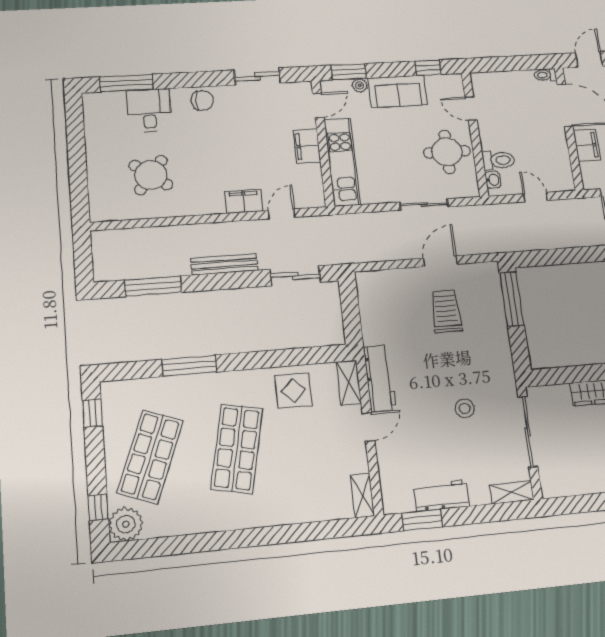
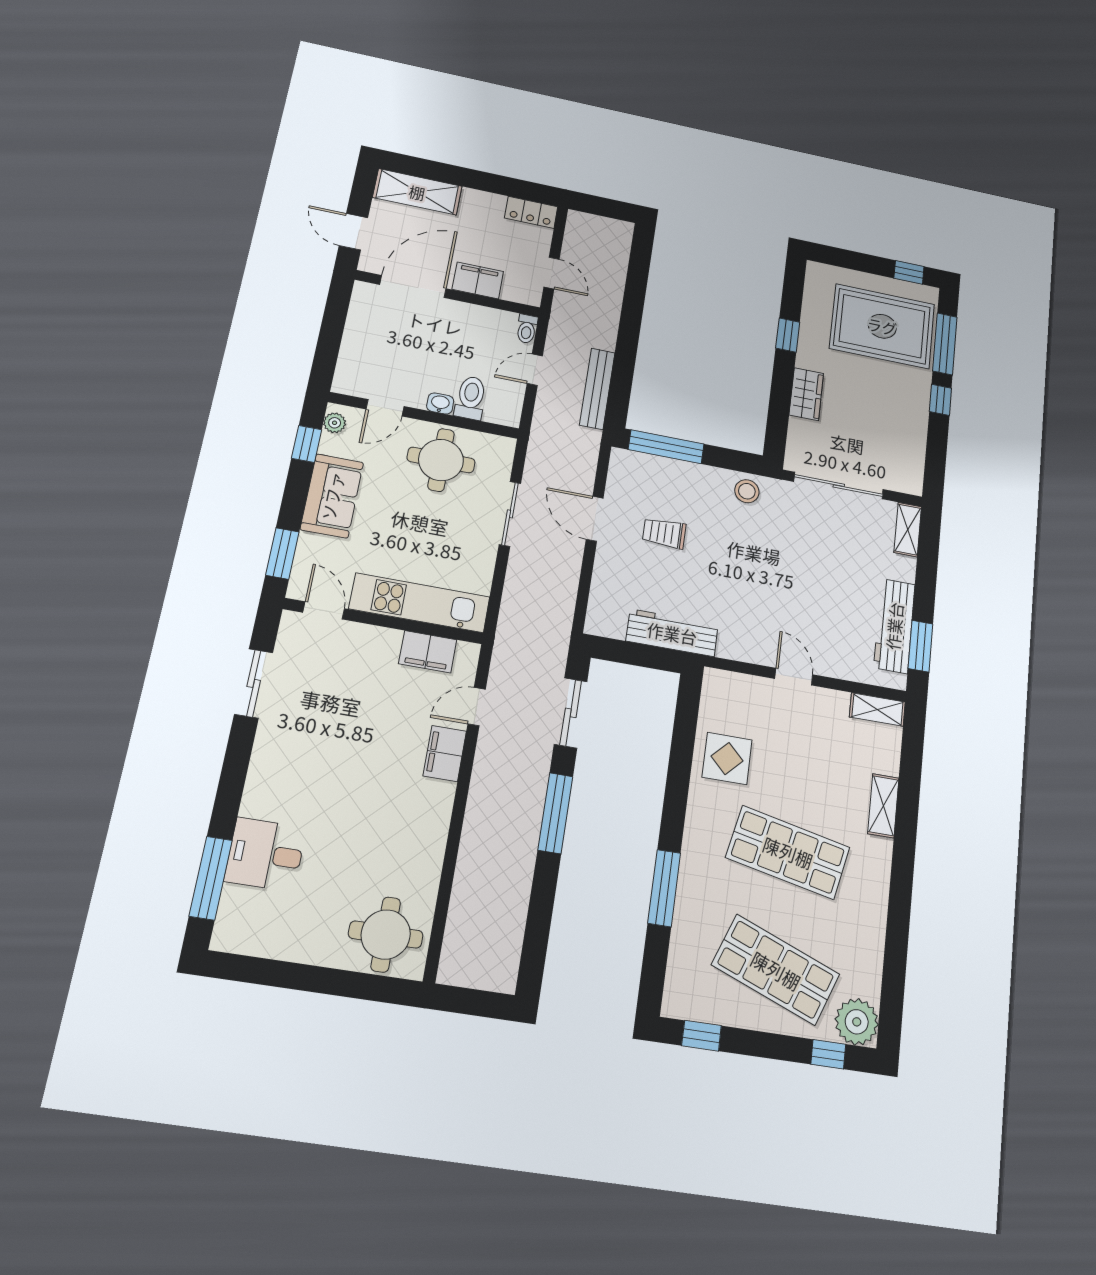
toilet: (545, 75) -> (527, 329), moved
plant: (360, 85) -> (335, 423), moved
chair: (202, 101) -> (271, 773), removed
filing cabinet: (307, 146) -> (428, 652), moved
round table: (151, 175) -> (386, 934), moved, turned -37
washbasin: (493, 180) -> (440, 404), moved
door: (282, 214) -> (477, 707), hinge flipped
bench: (224, 264) -> (597, 389), moved
window: (153, 286) -> (555, 813), moved
trolley: (446, 311) -> (664, 533), width x0.73, depth x0.72
workbench: (380, 378) -> (672, 633), moved
shelving: (349, 383) -> (883, 806), moved, turned 90
stool: (465, 408) -> (747, 491), moved
workbench: (441, 495) -> (894, 626), width x1.38

